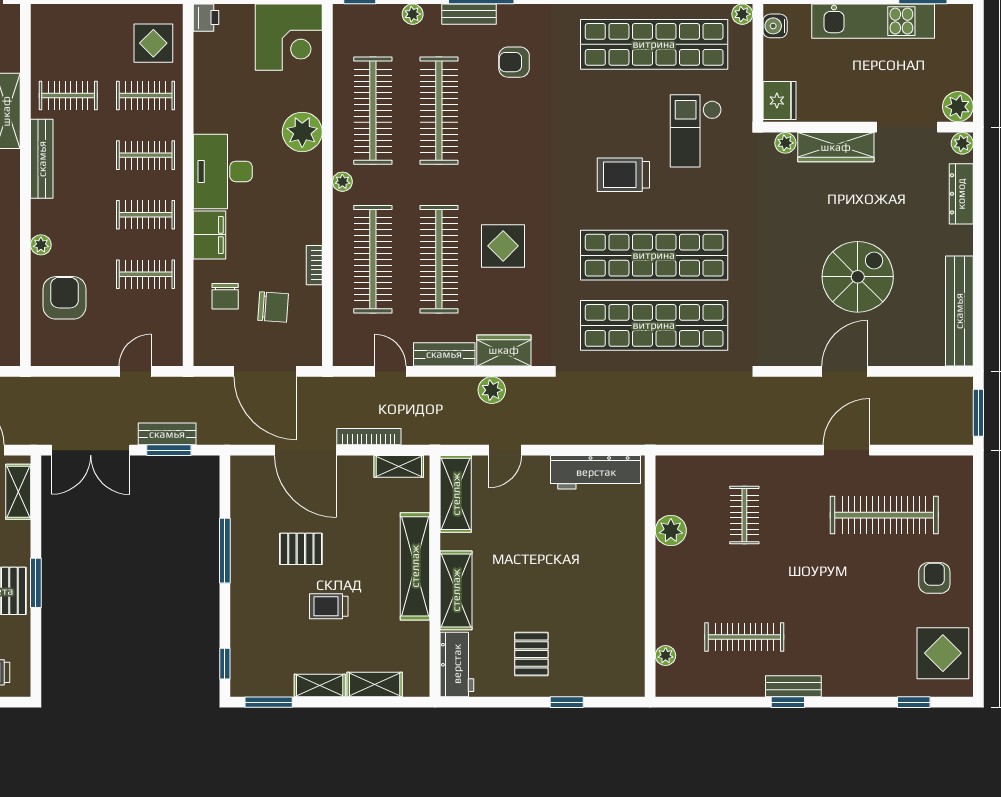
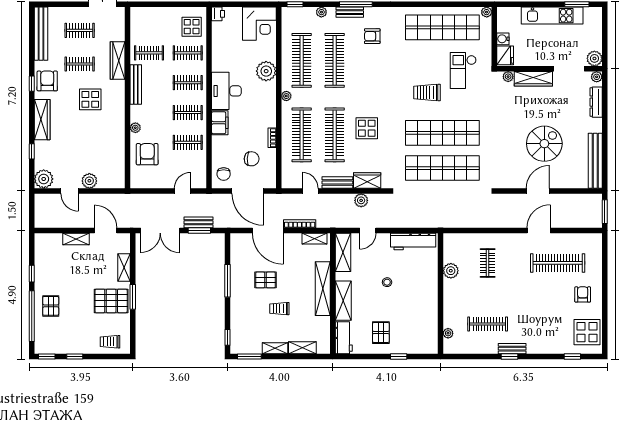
water cooler: (775, 26) -> (503, 39), moved
chair: (225, 296) -> (224, 174), moved
shelving: (18, 492) -> (124, 267), moved
stool: (544, 553) -> (387, 282), added

